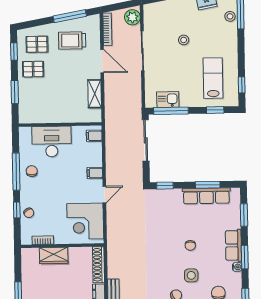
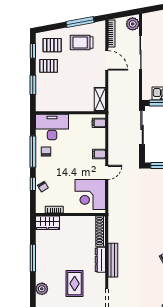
shelving: (95, 94) -> (100, 99), moved
desk: (52, 142) -> (52, 127), moved
wardrobe: (54, 256) -> (47, 223), moved

